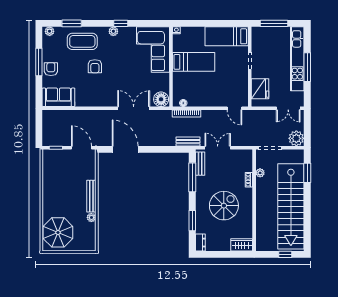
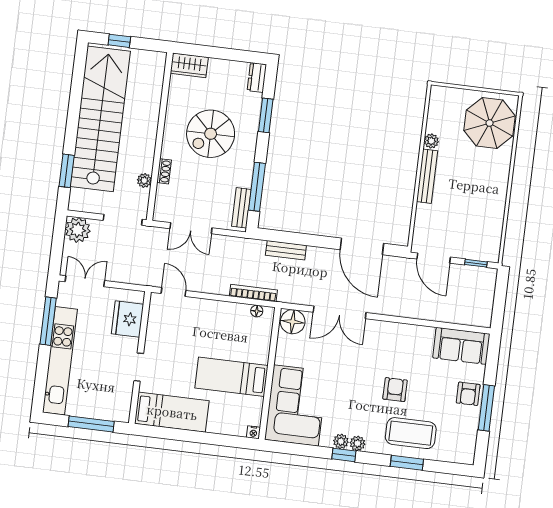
window: (72, 23) -> (407, 463), moved
plant: (50, 31) -> (341, 441), moved
window: (307, 67) -> (48, 321), moved
bench: (188, 142) -> (286, 250), moved
double door: (218, 148) -> (191, 228), moved

